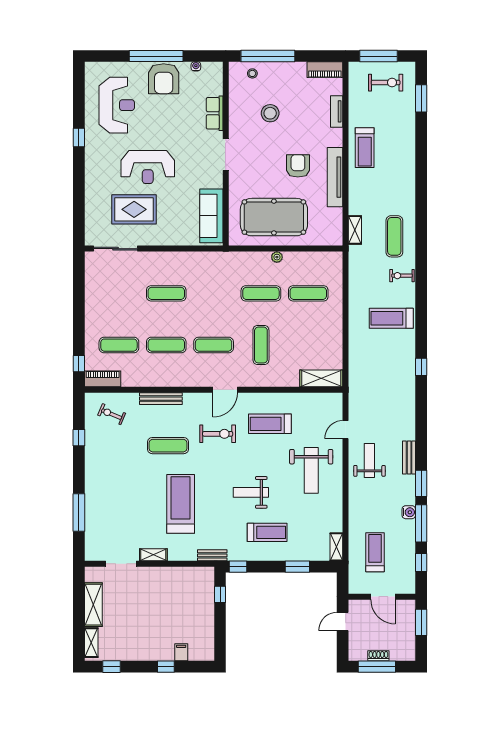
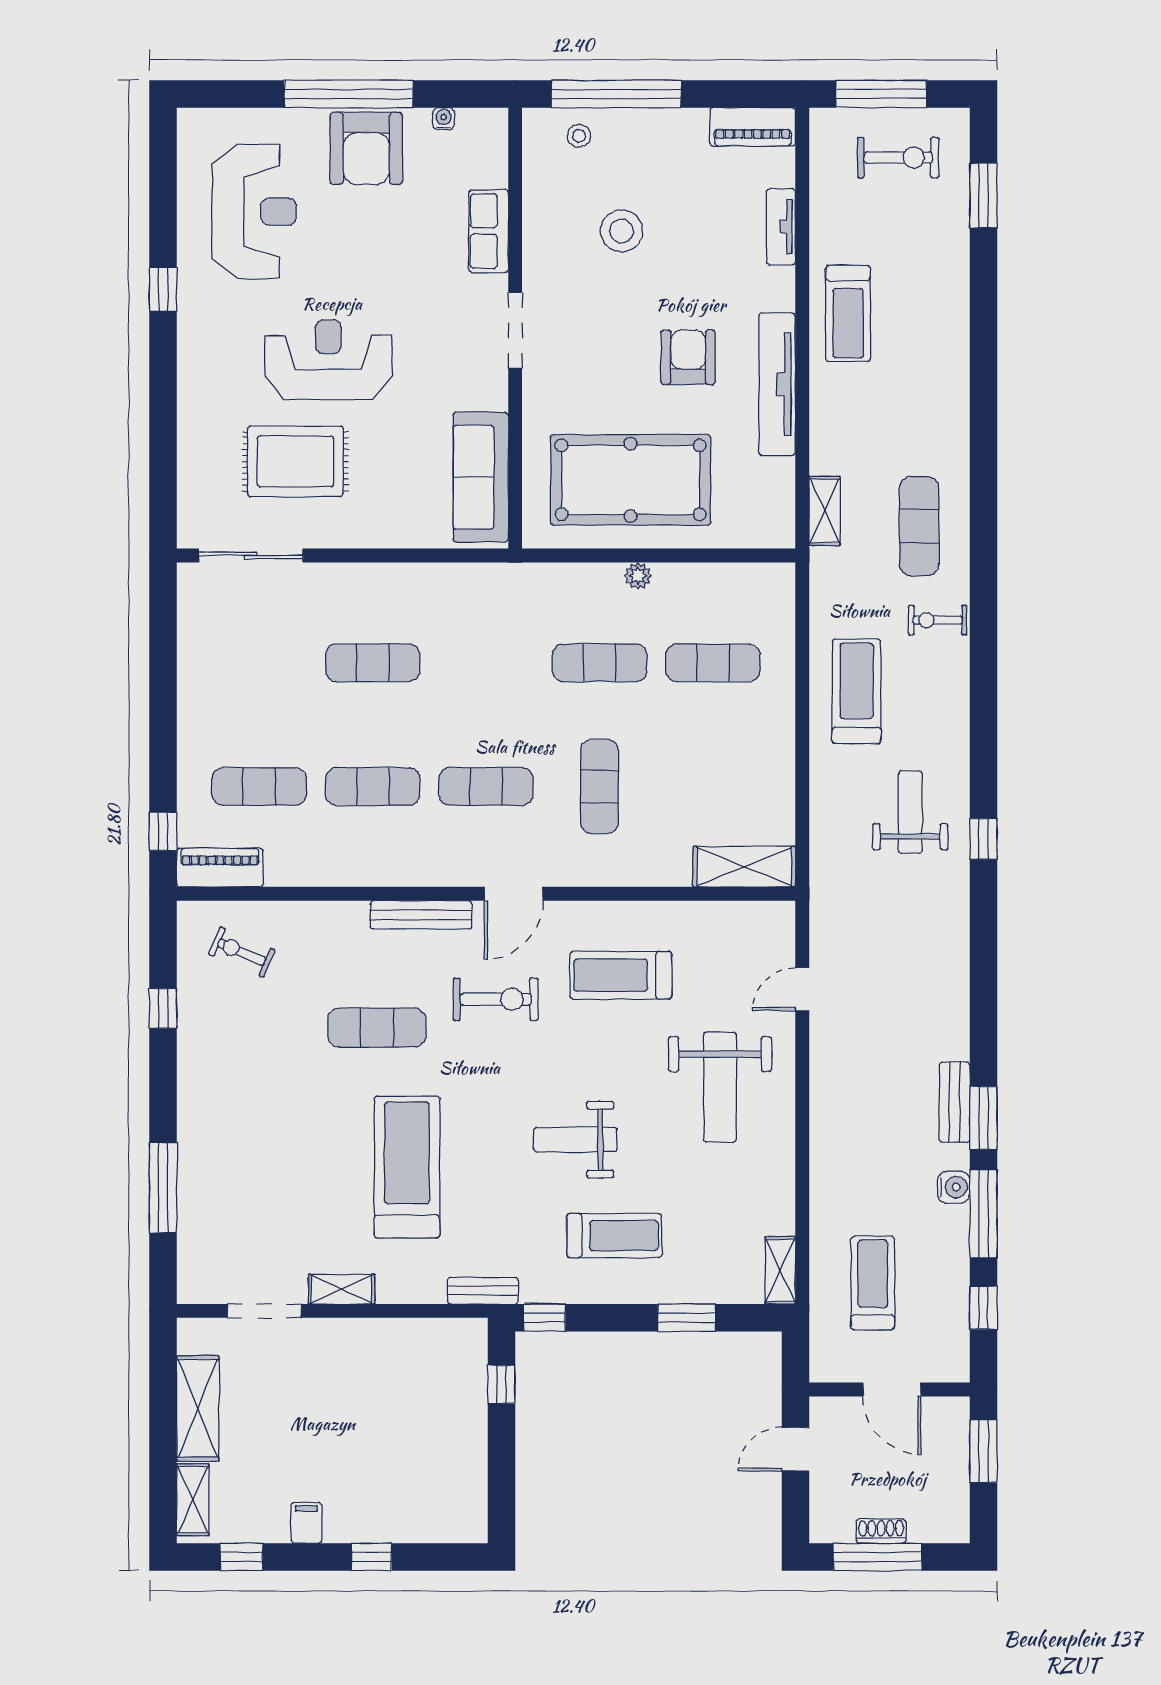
reception desk: (148, 167) -> (328, 360), turned 180
treadmill: (391, 318) -> (857, 691), moved, turned 90
bench: (161, 399) -> (421, 915), moved
bench: (409, 458) -> (954, 1102), moved
weight bench: (369, 461) -> (910, 812), moved
filing cabinet: (181, 652) -> (306, 1523), moved

